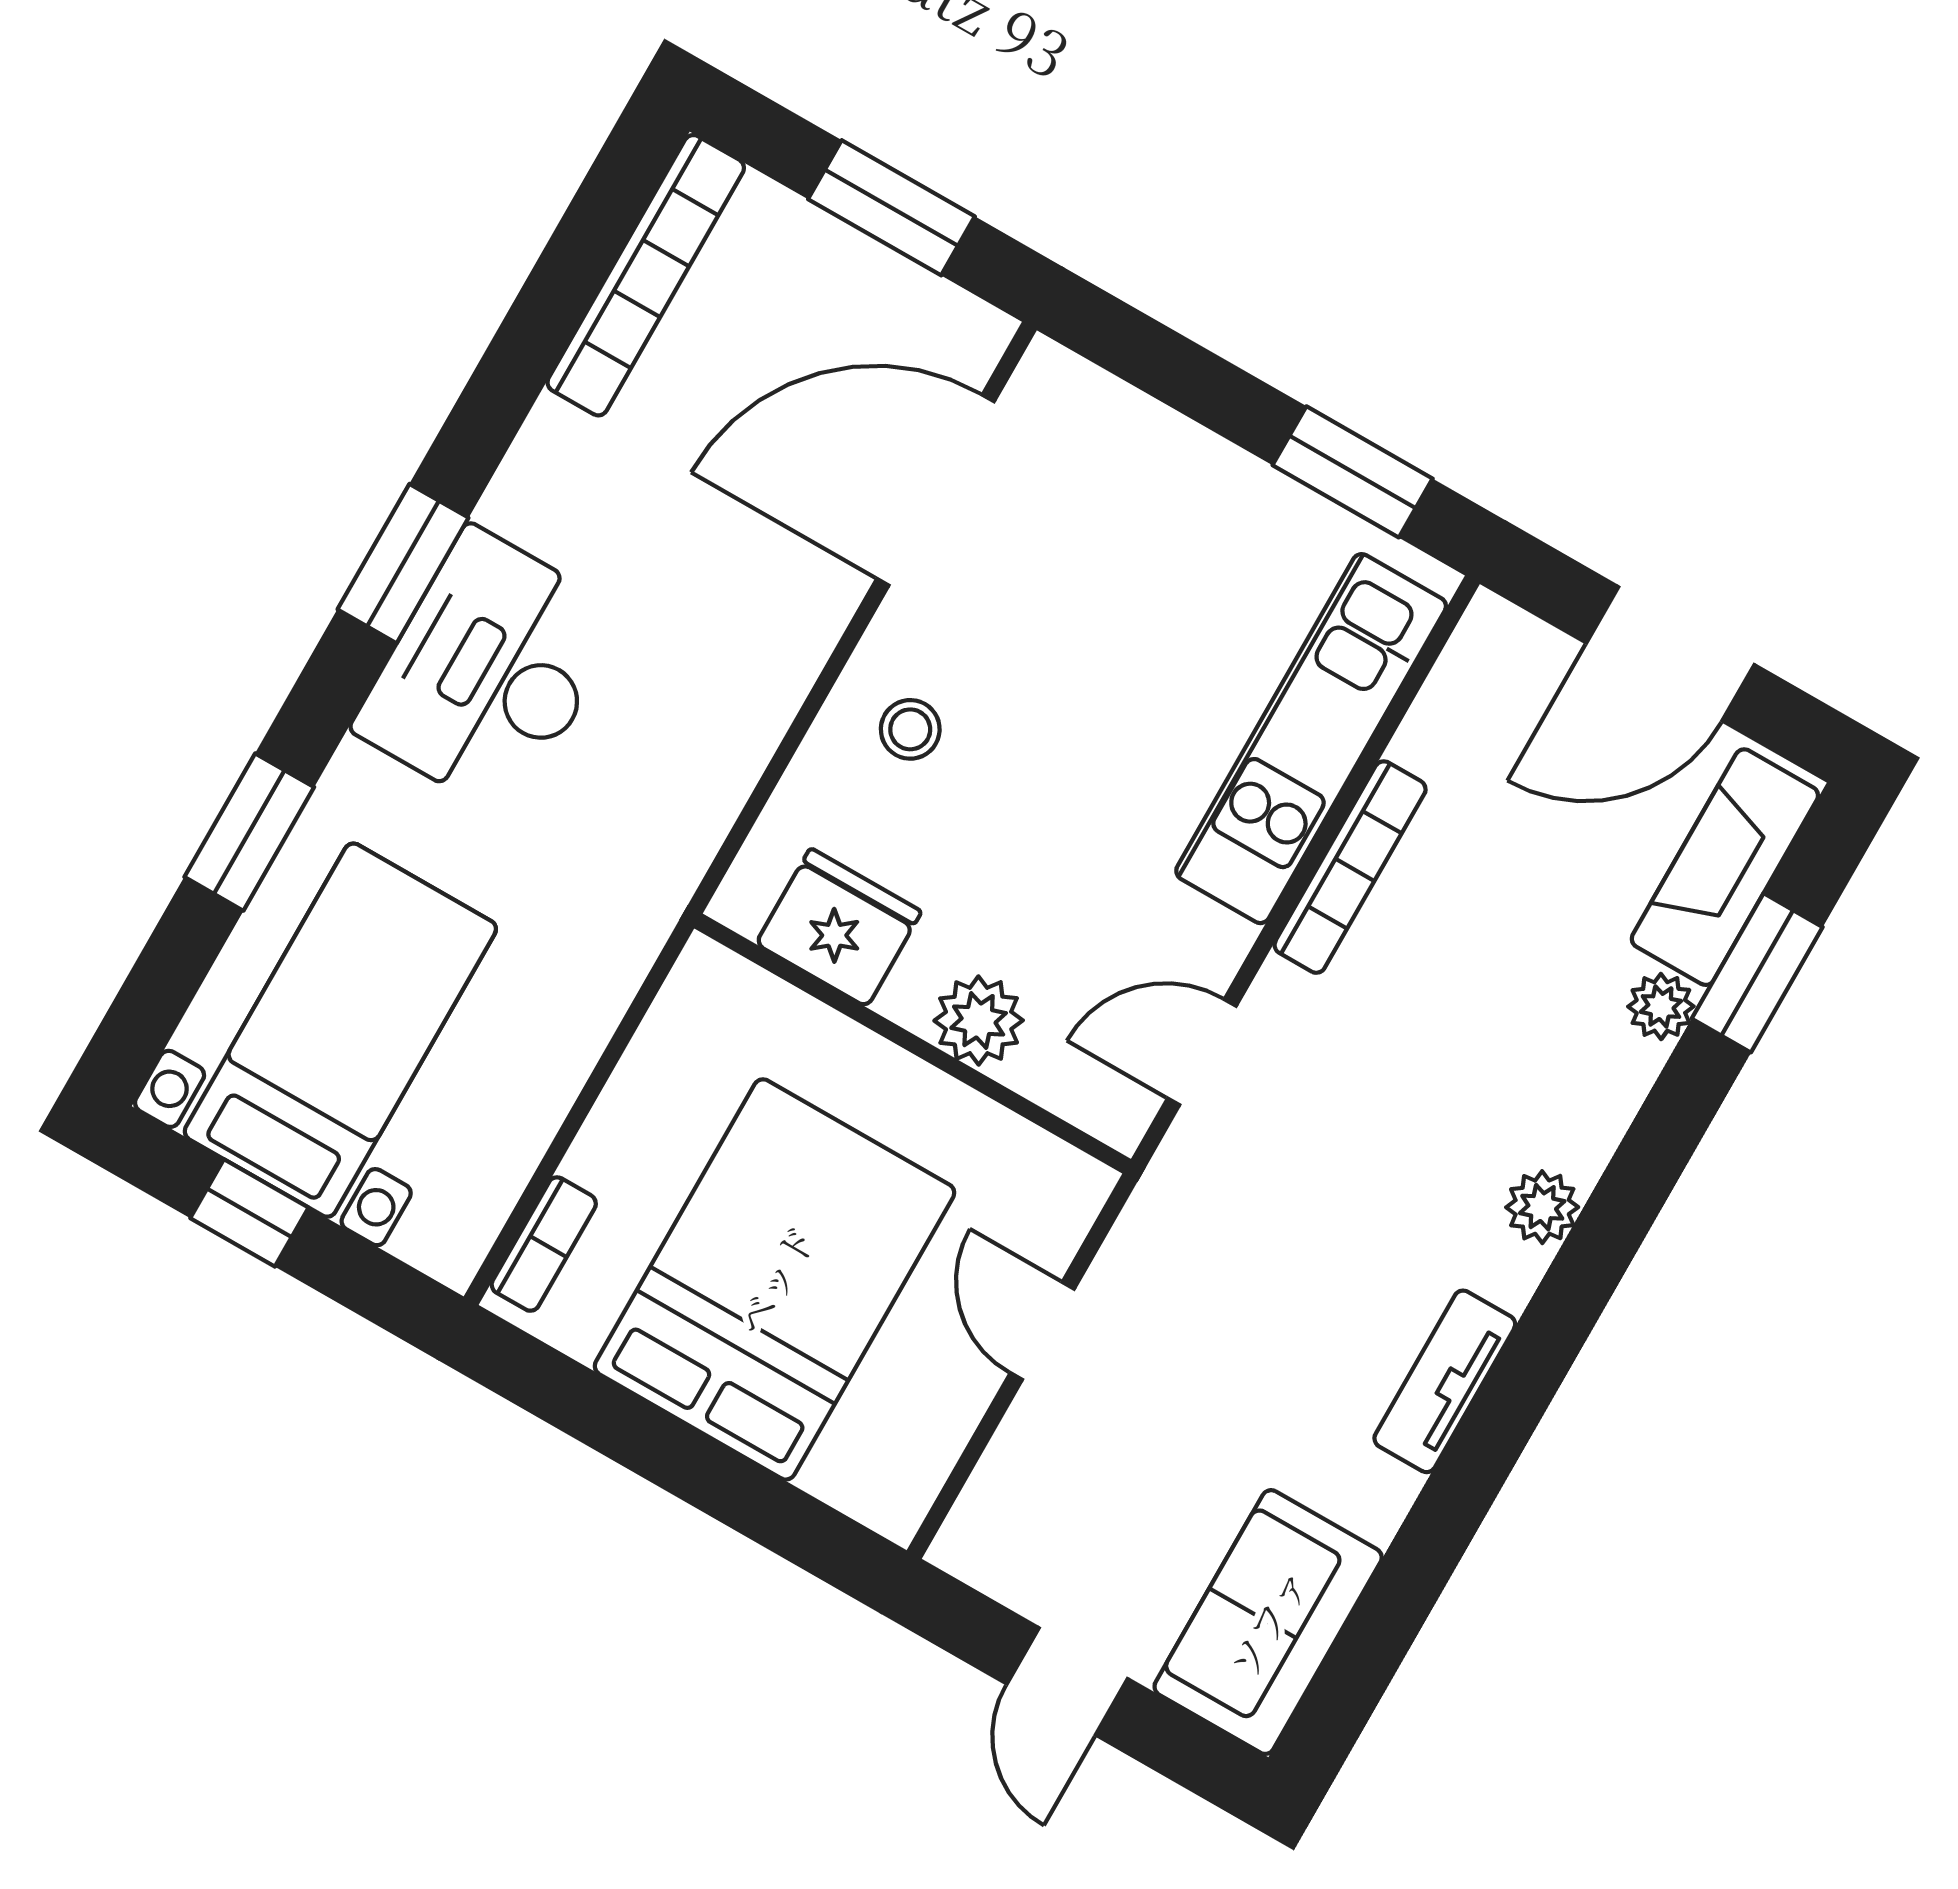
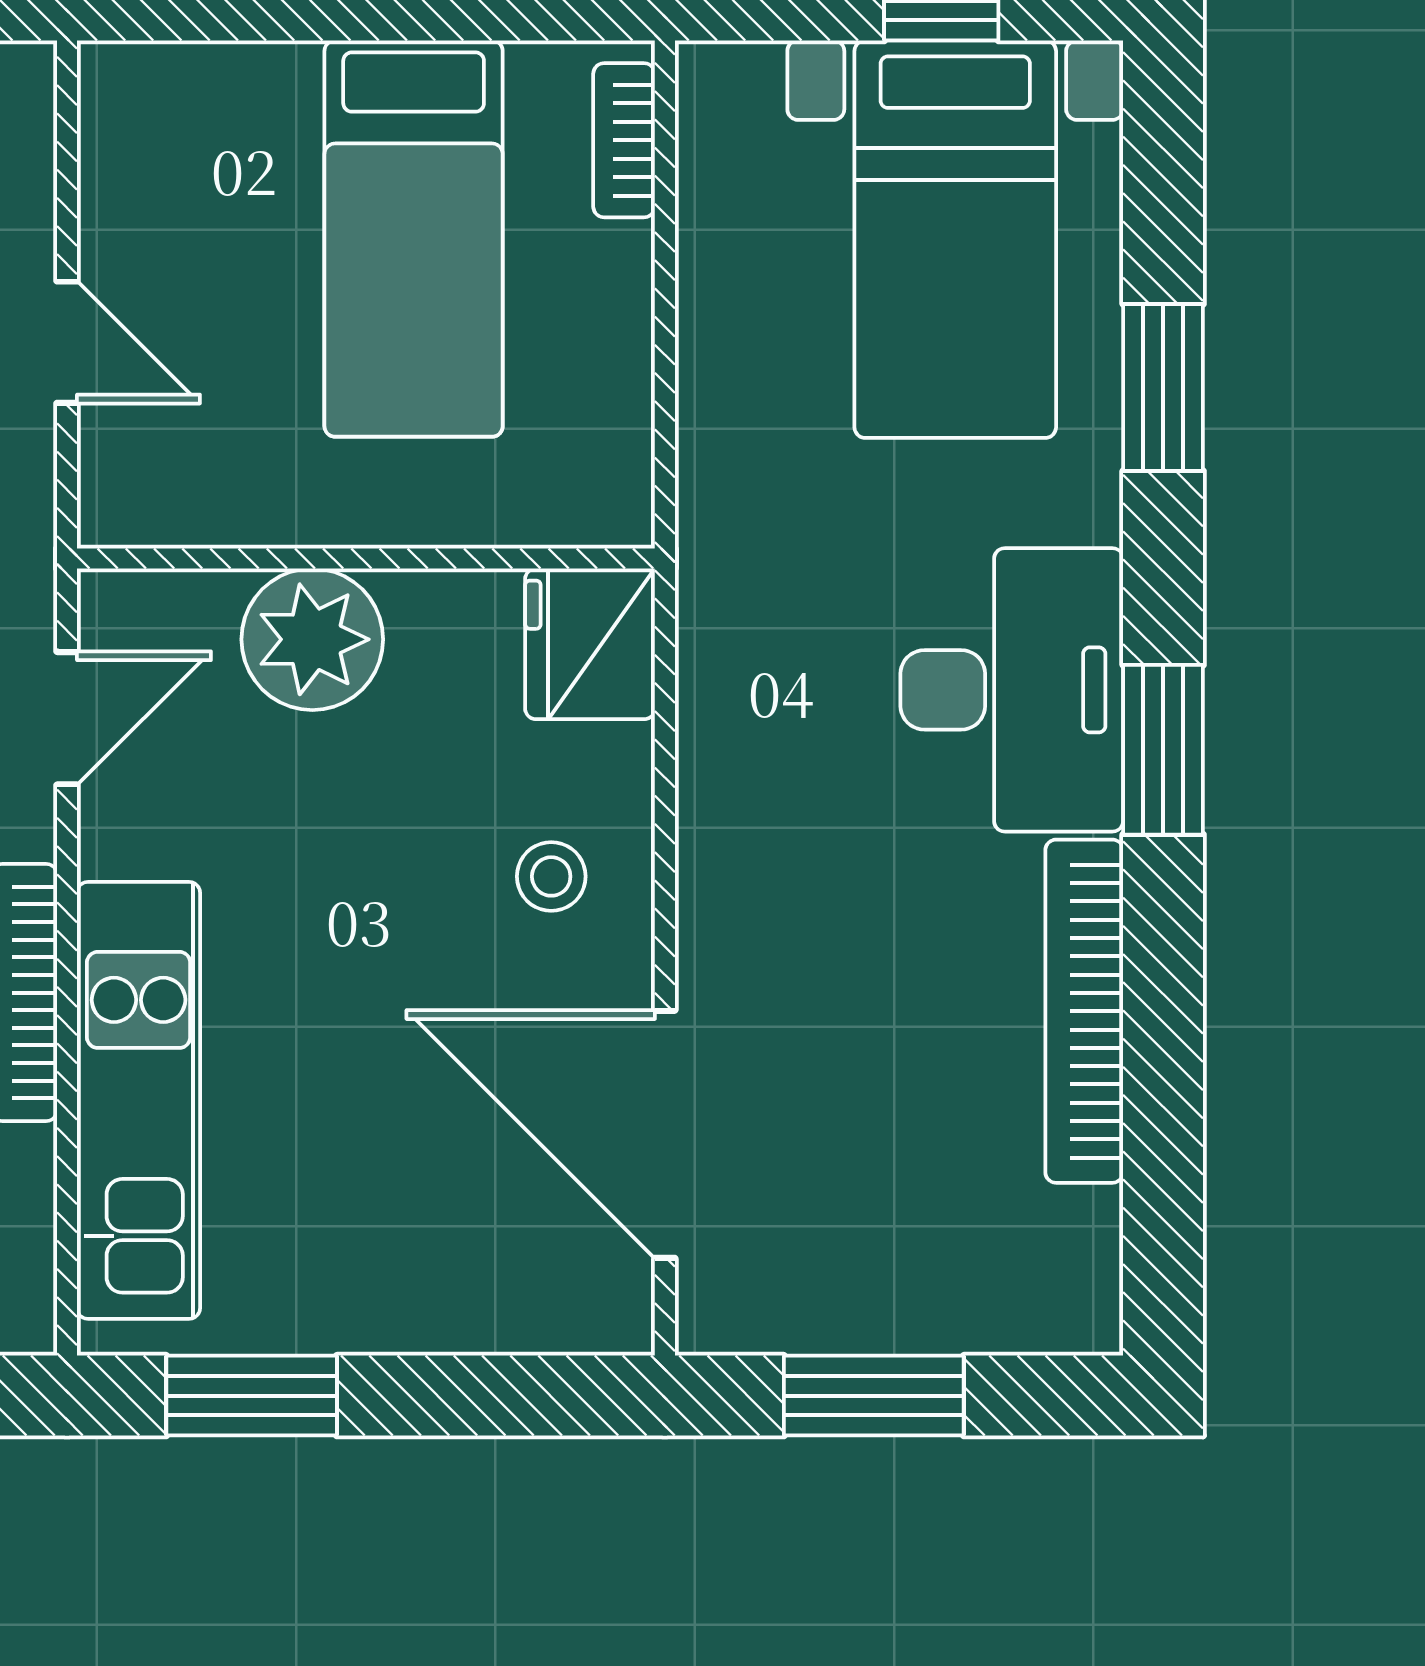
bookcase: (646, 275) -> (1084, 1011), moved
door: (935, 490) -> (665, 1134), swing flipped
fridge: (839, 928) -> (590, 644), moved, turned 90
plant: (979, 1021) -> (312, 639), width x1.36, depth x1.36
bed: (775, 1279) -> (414, 239), width x0.67

